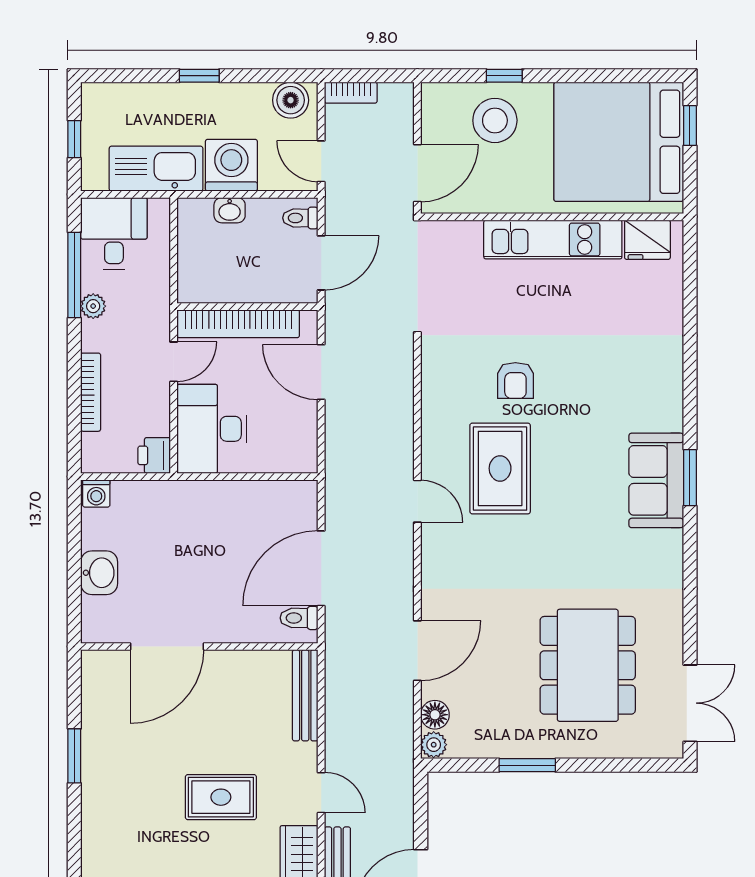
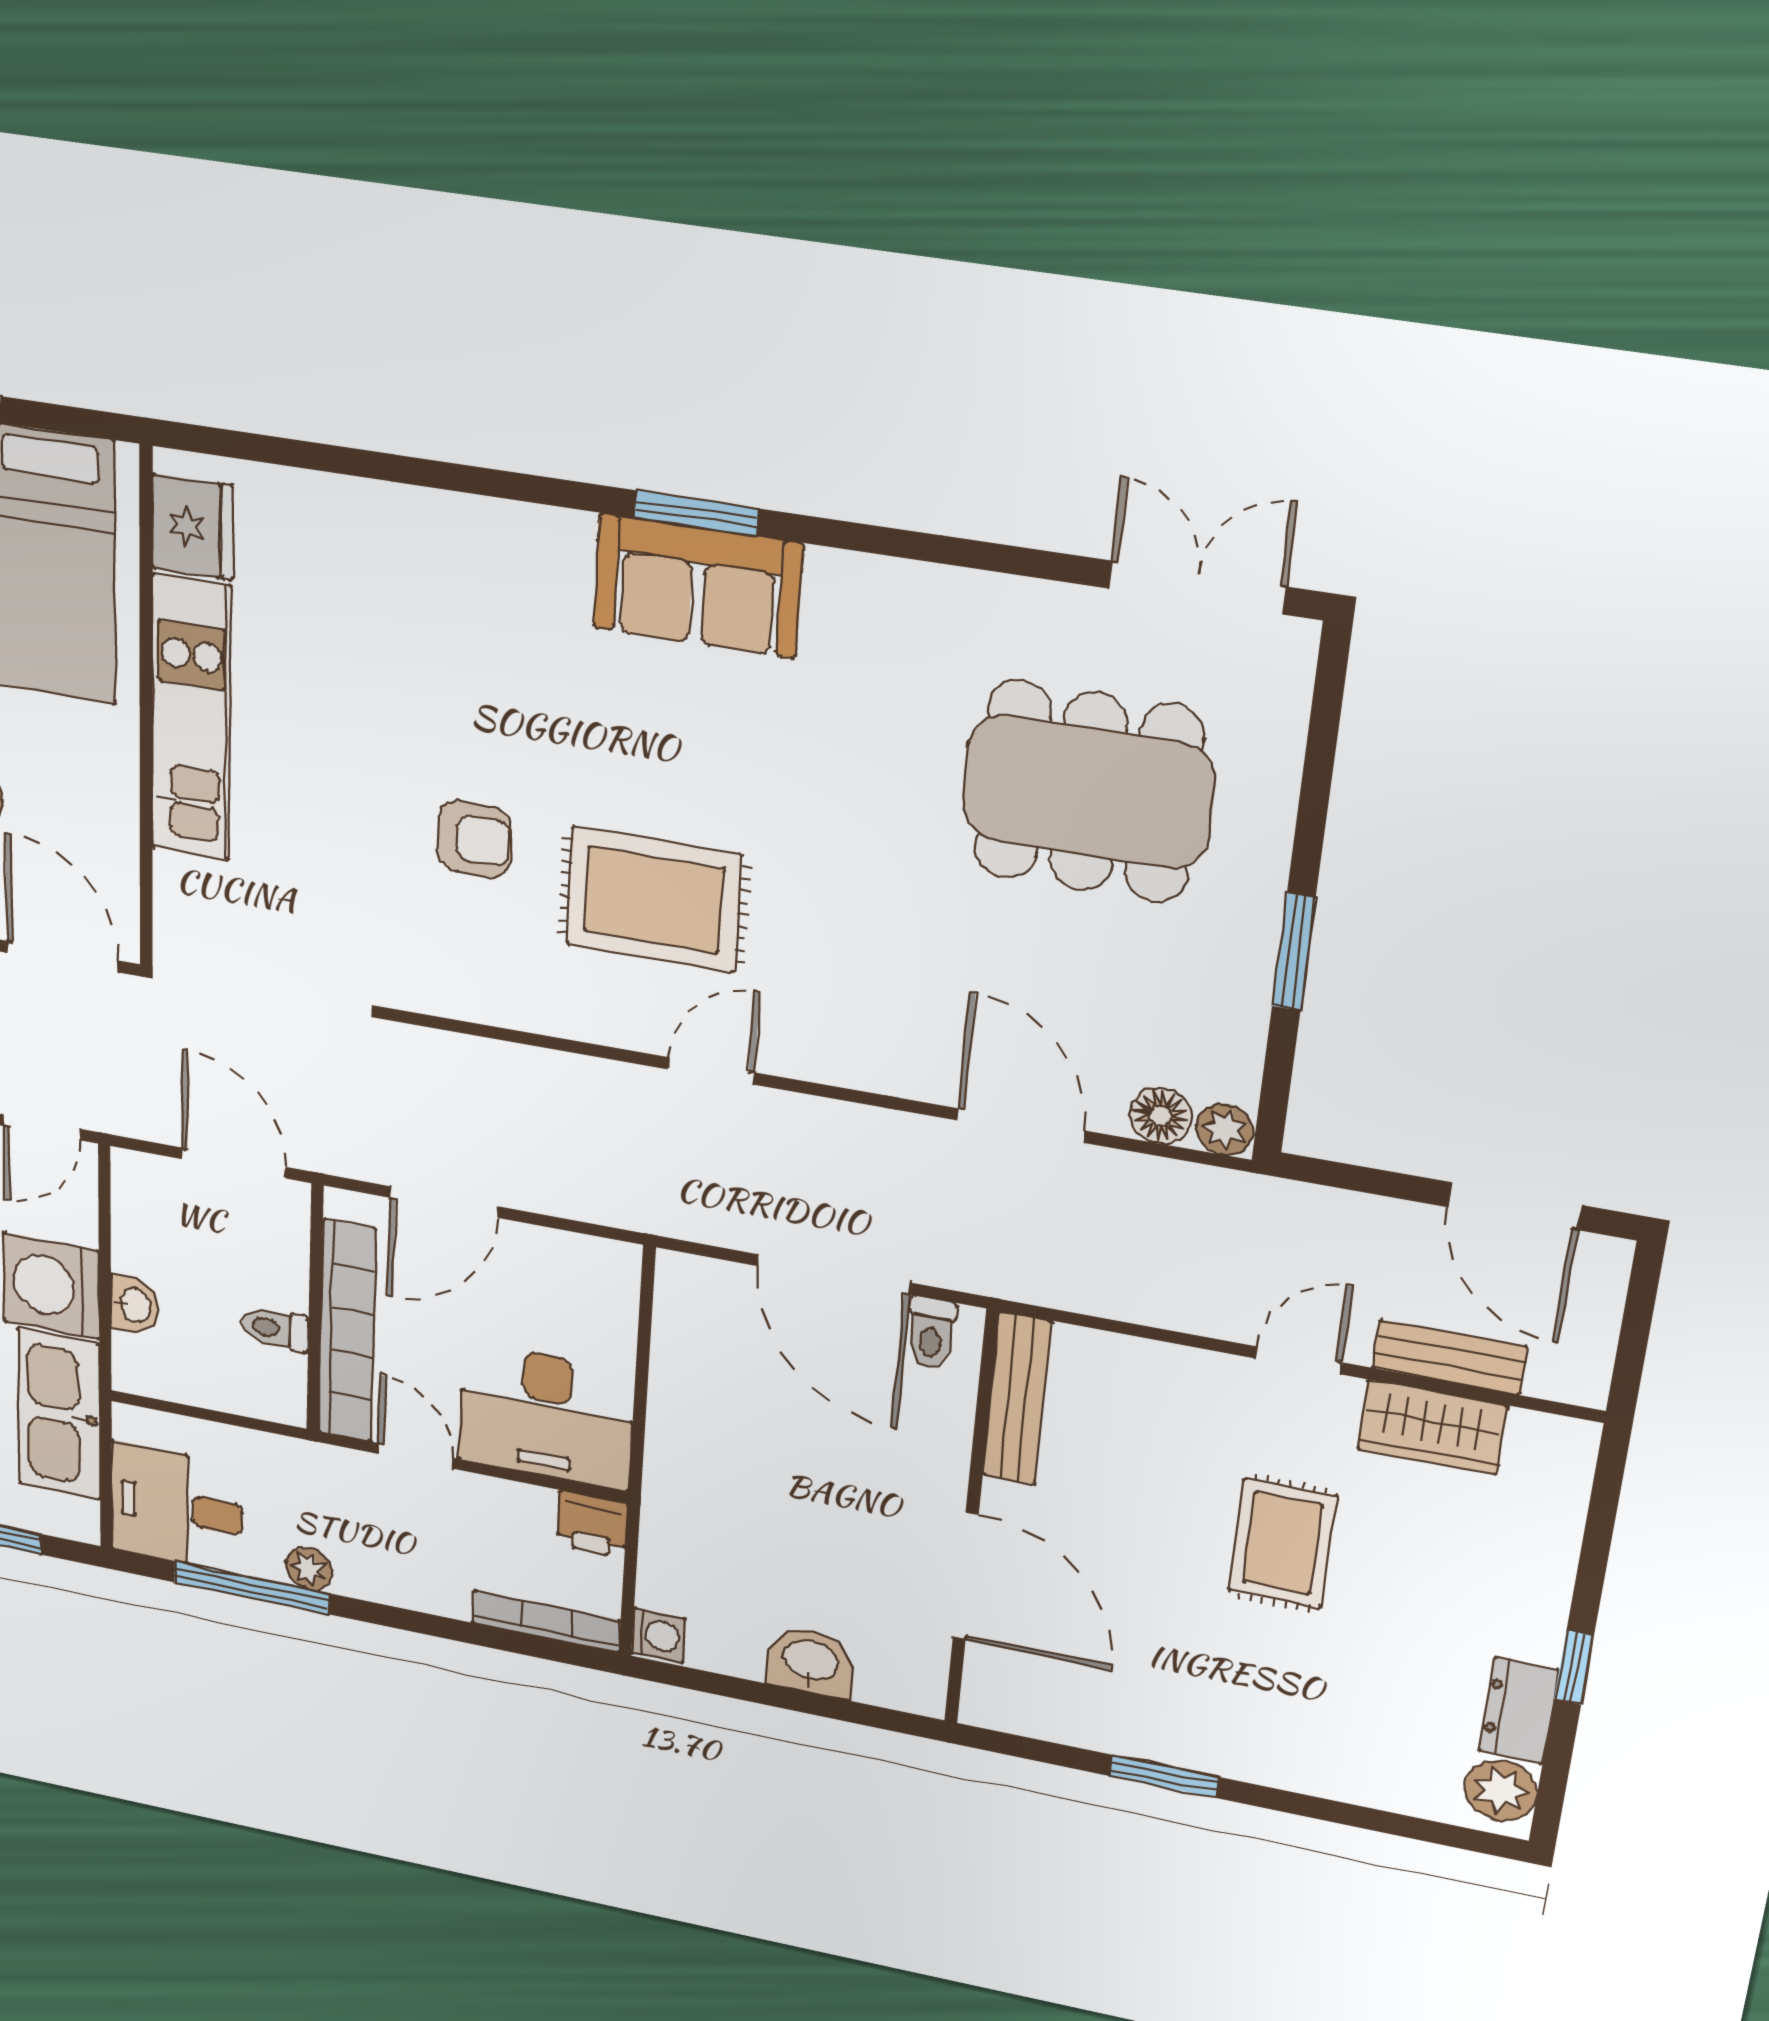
toilet: (300, 218) -> (275, 1329), moved, turned 90
bookcase: (91, 392) -> (546, 1622), moved
bench: (305, 695) -> (1017, 1398), moved, turned 90

